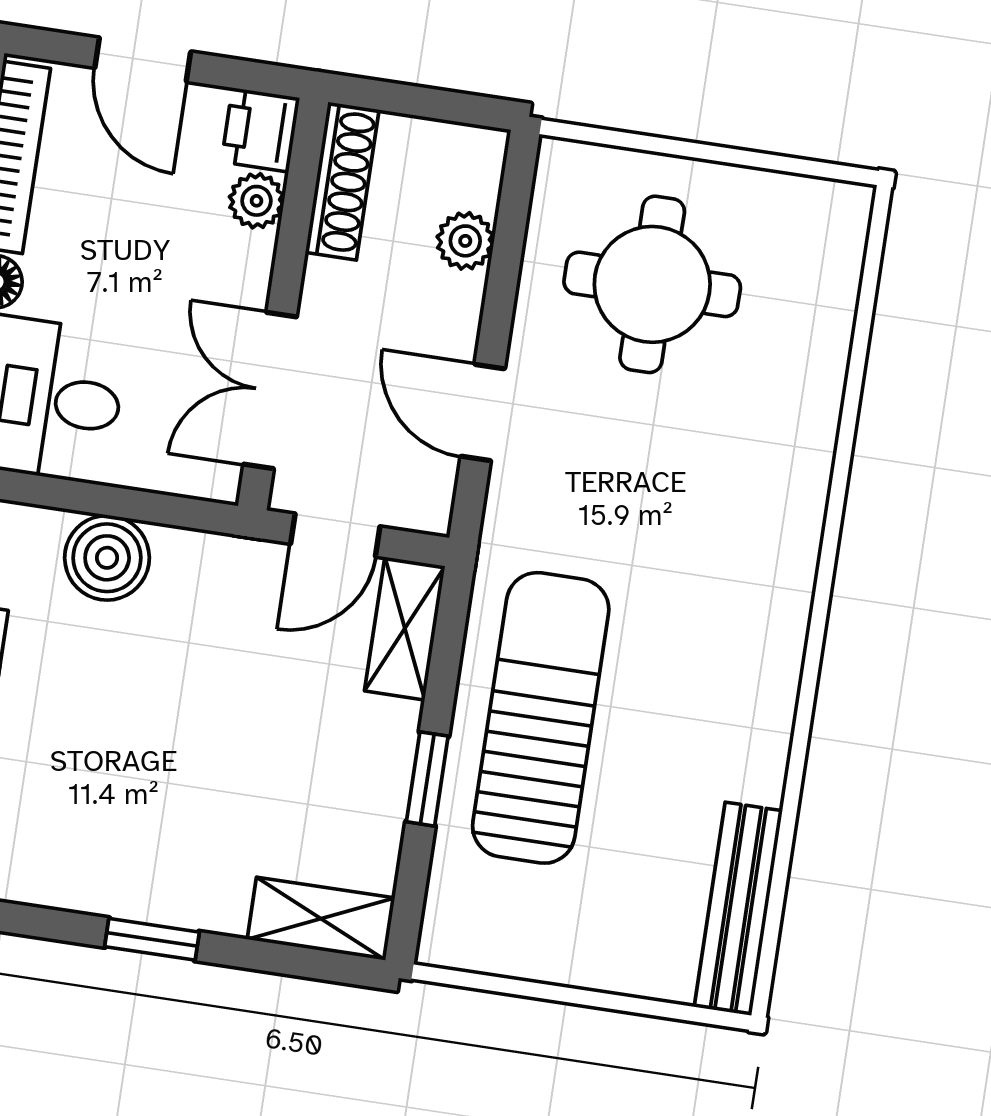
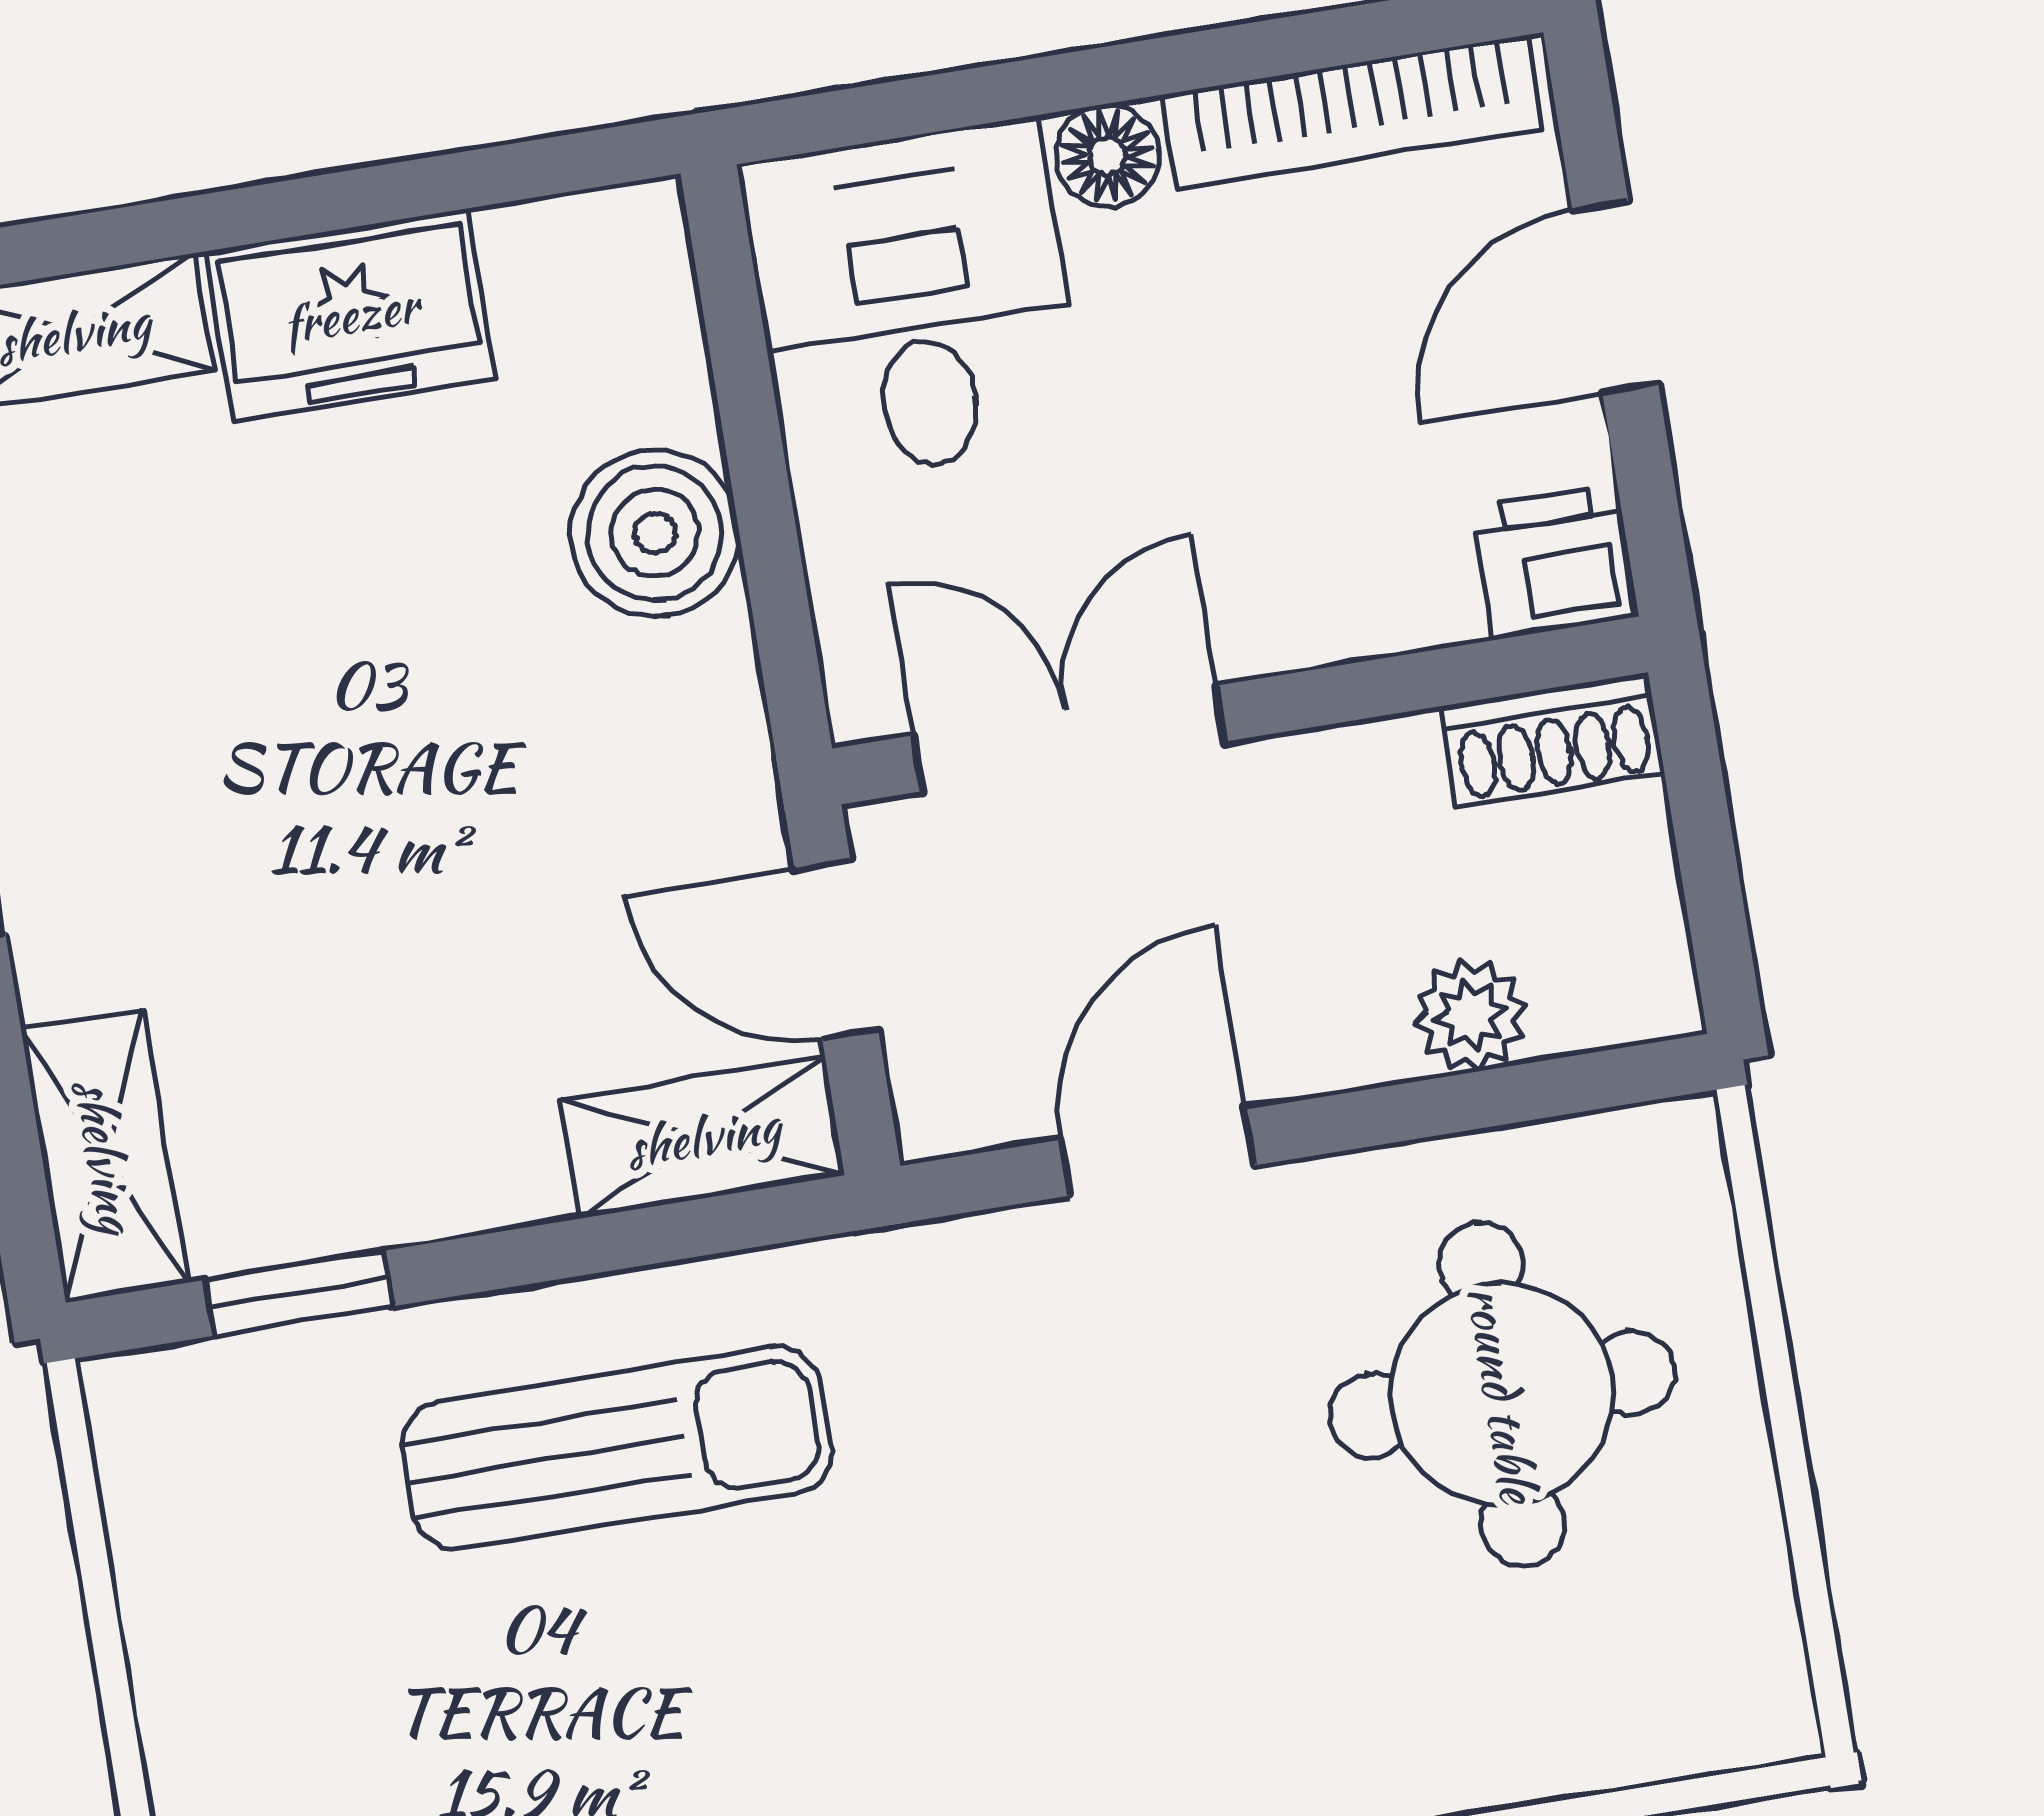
shoe rack: (342, 181) -> (1552, 740), width x0.70
plant: (257, 201) -> (1419, 597), removed
sun lounger: (541, 718) -> (617, 1448), width x0.73, depth x0.75
window: (427, 779) -> (299, 1293), moved

